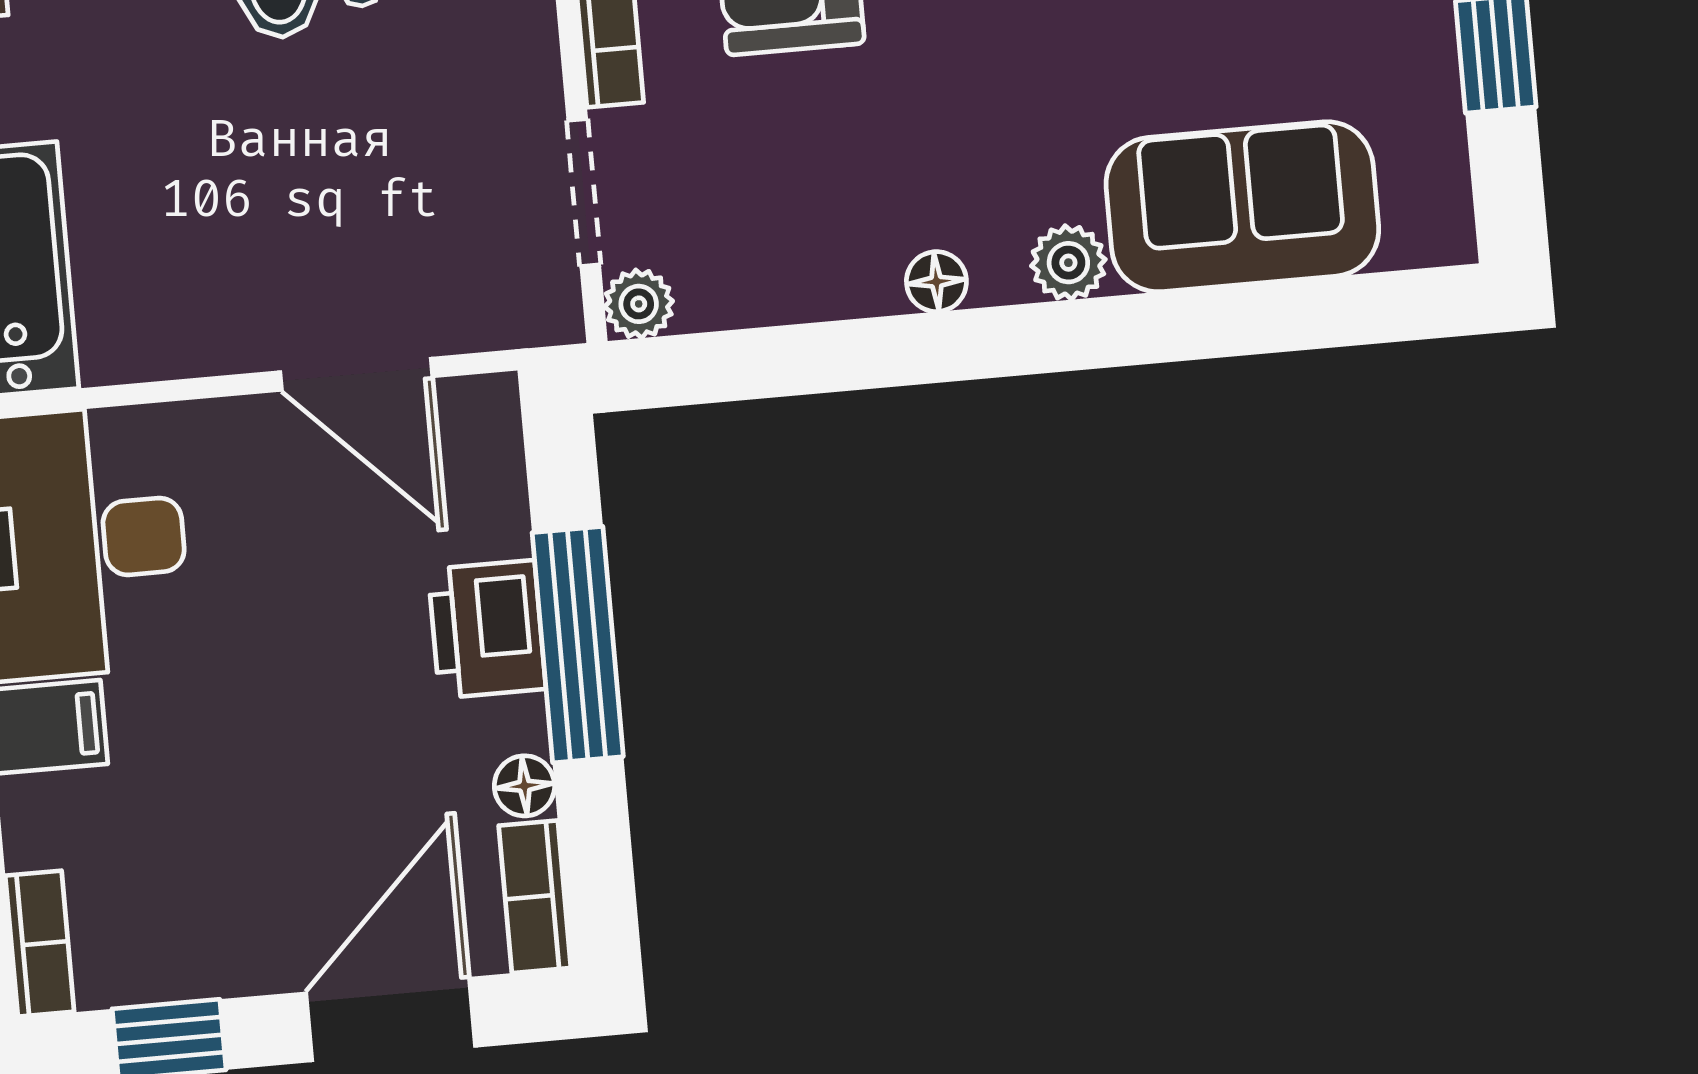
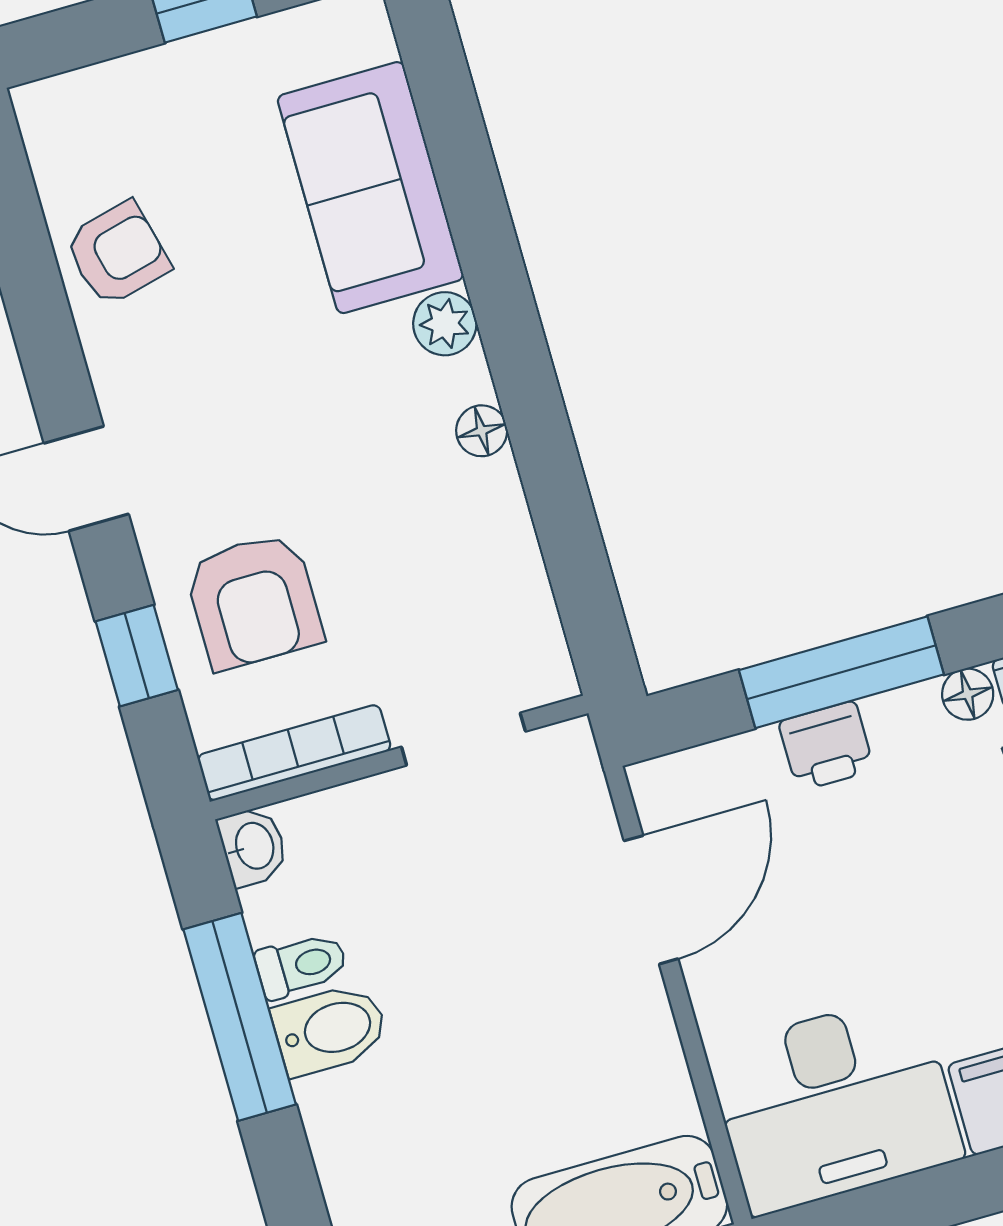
plant: (639, 304) -> (548, 676), removed
printer: (487, 629) -> (826, 746), width x0.73, depth x0.81

